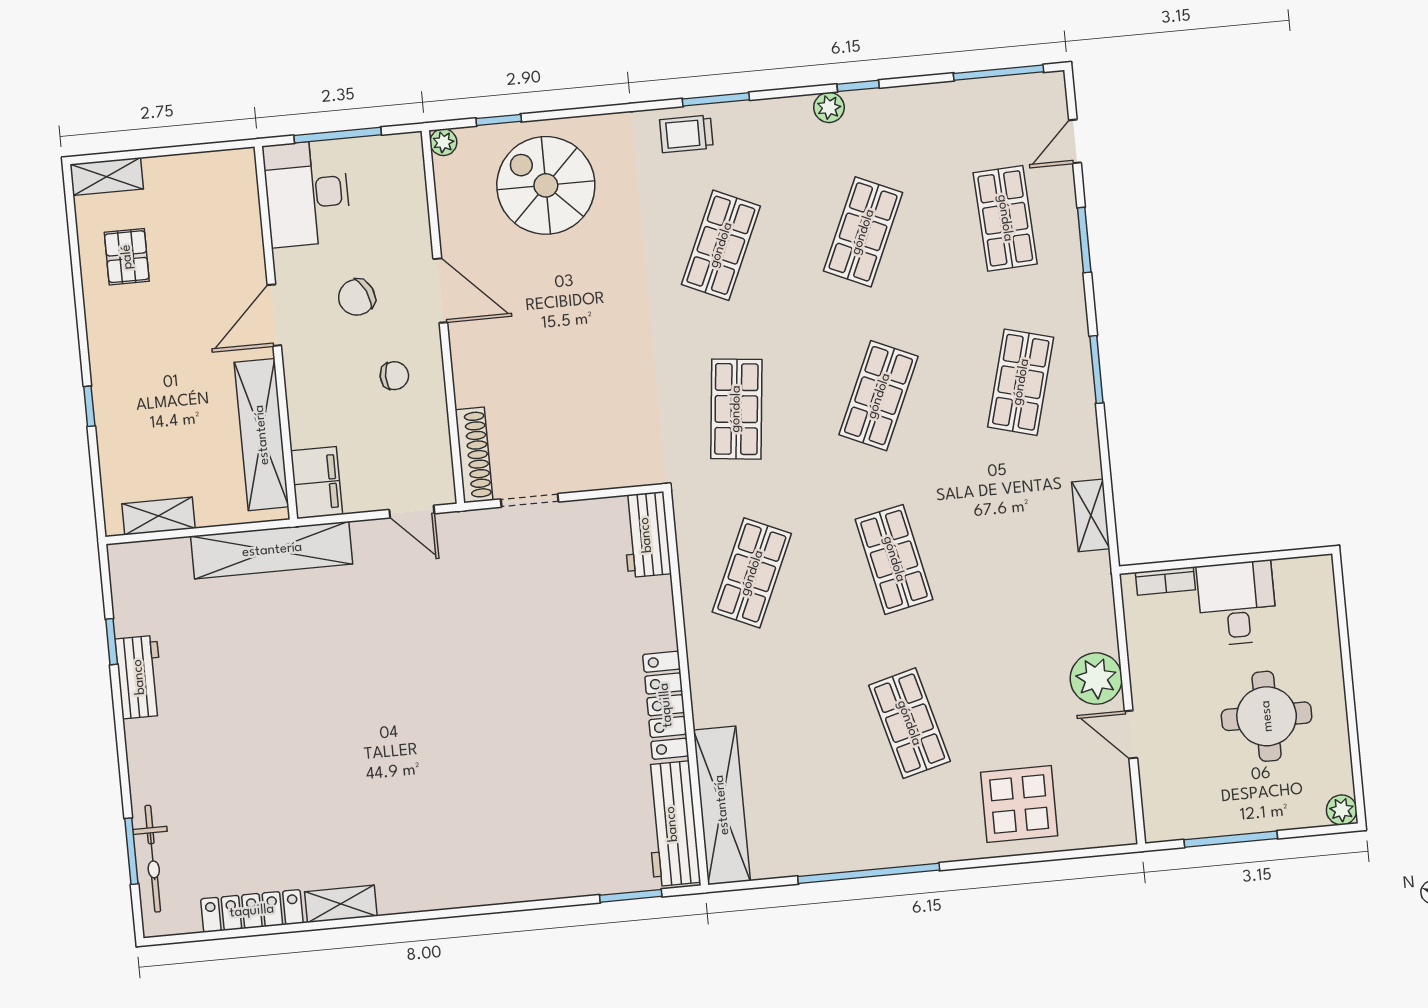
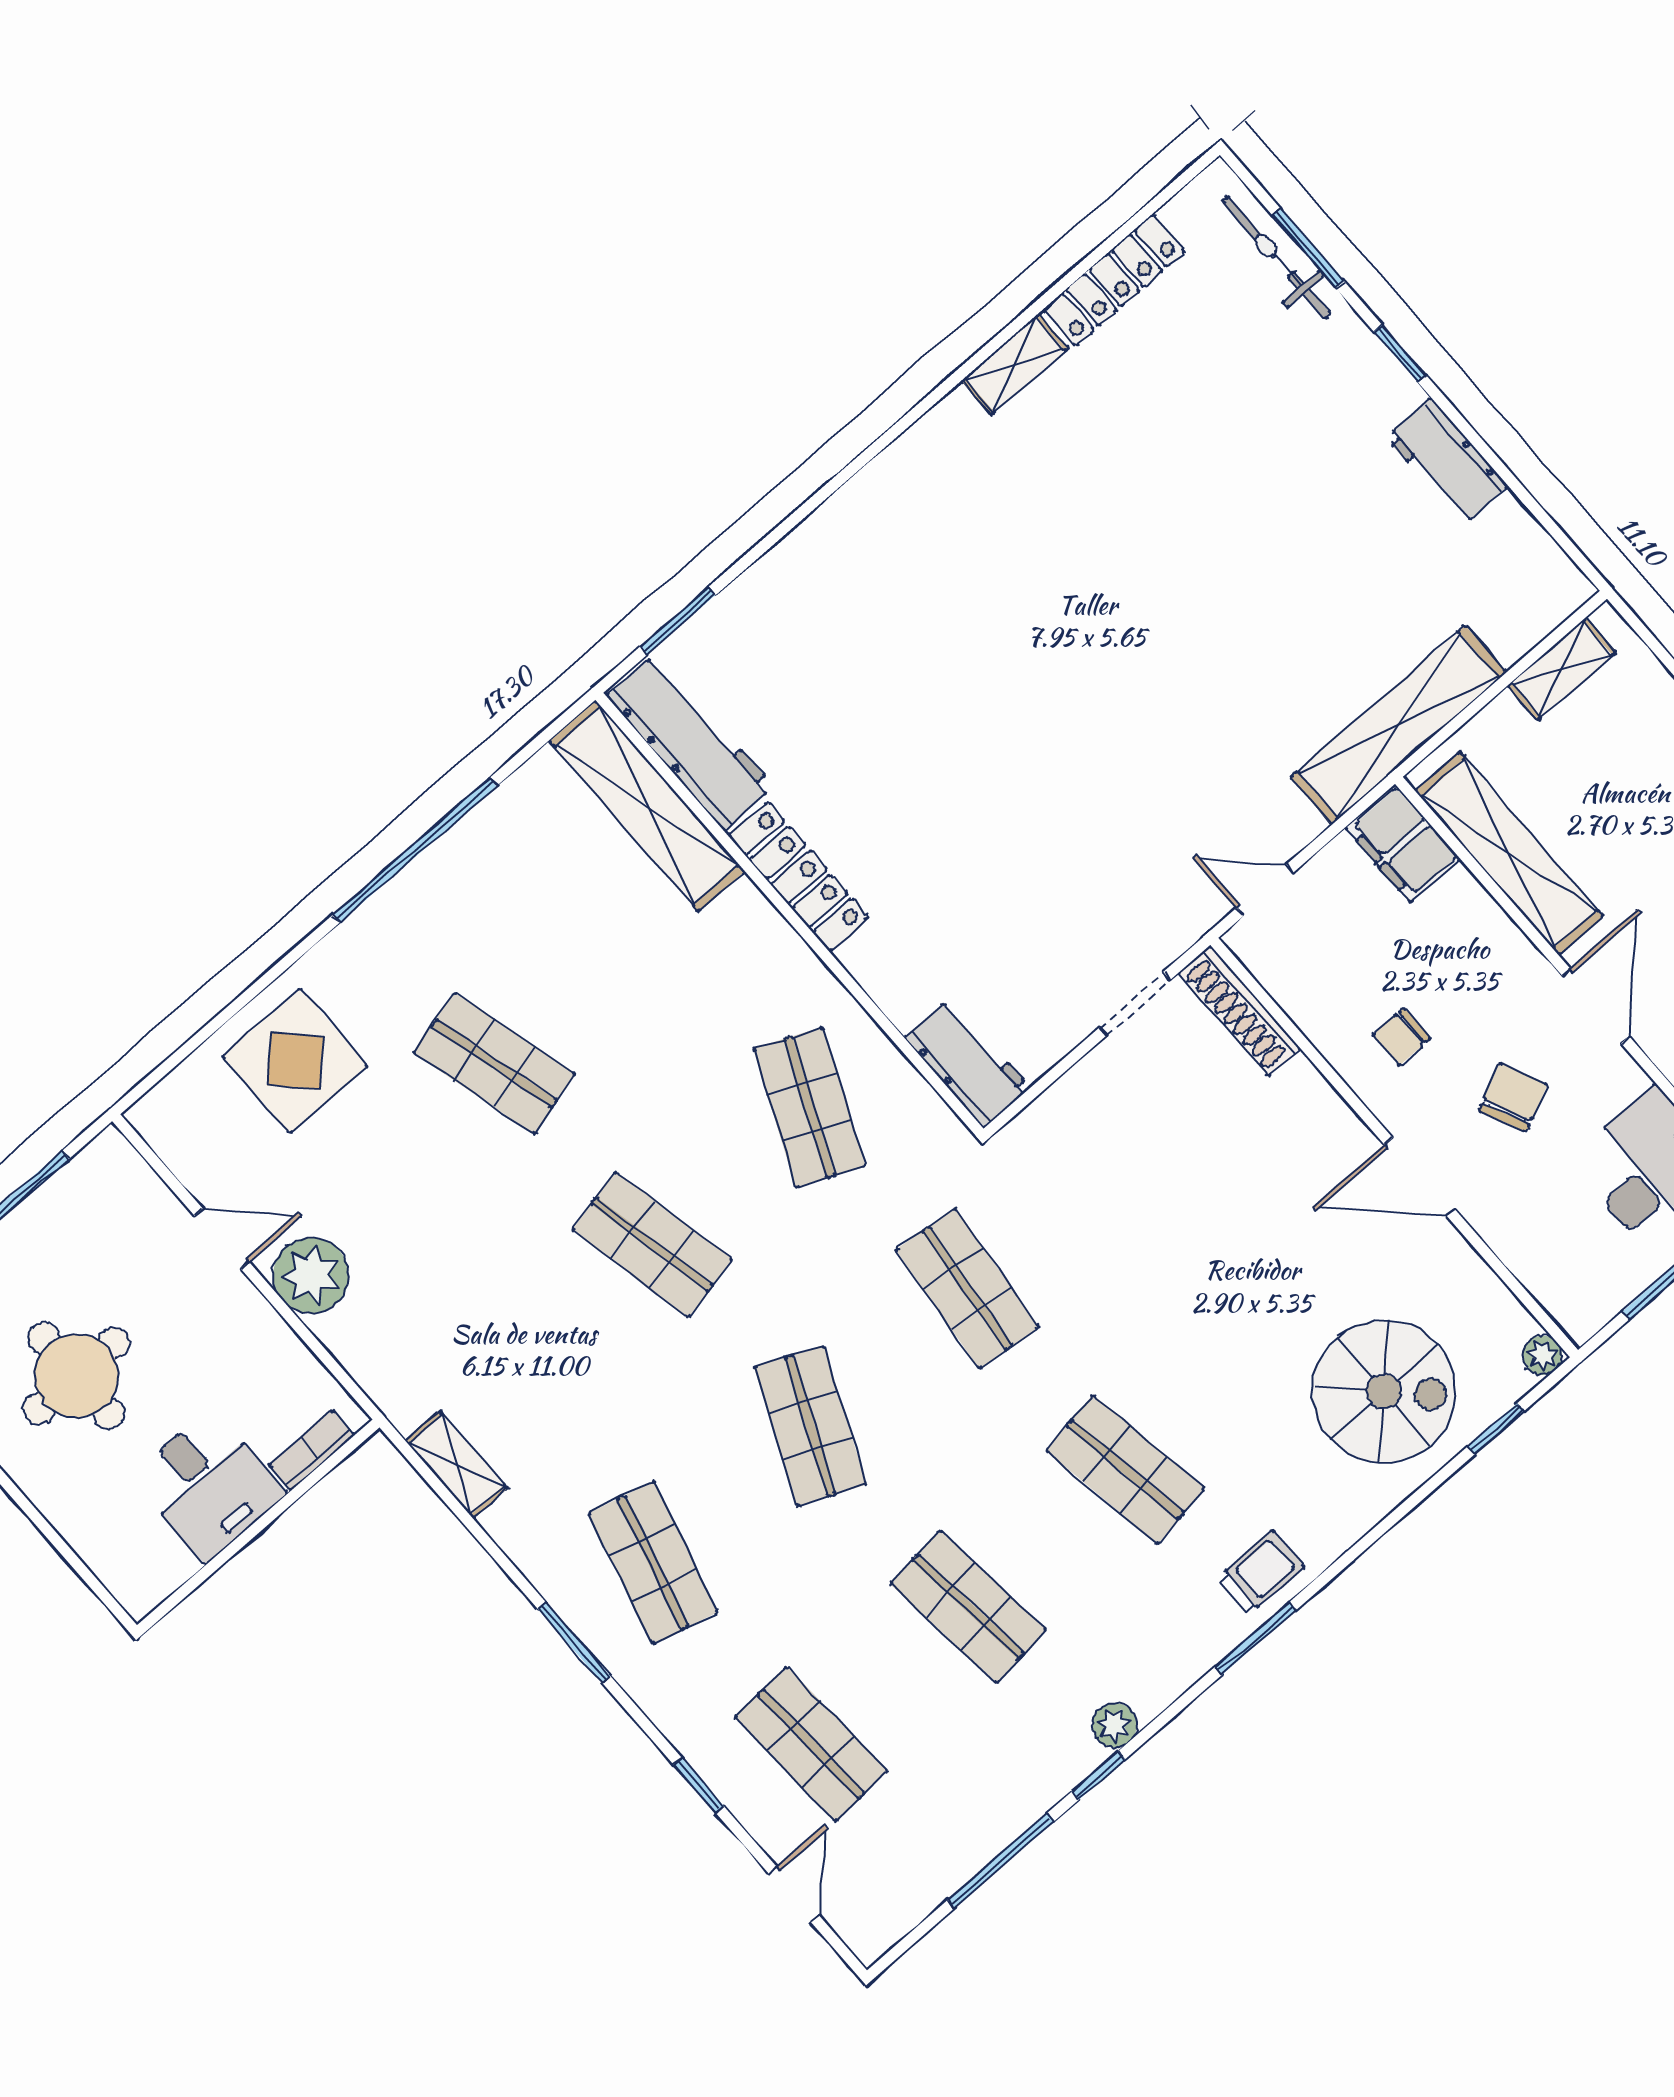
window: (999, 73) -> (1001, 1861), moved
shop shelf: (863, 232) -> (968, 1607), turned -30
window: (1084, 240) -> (699, 1786), width x0.67
shop shelf: (721, 245) -> (1125, 1470), turned -33
window: (112, 642) -> (1400, 354), moved

